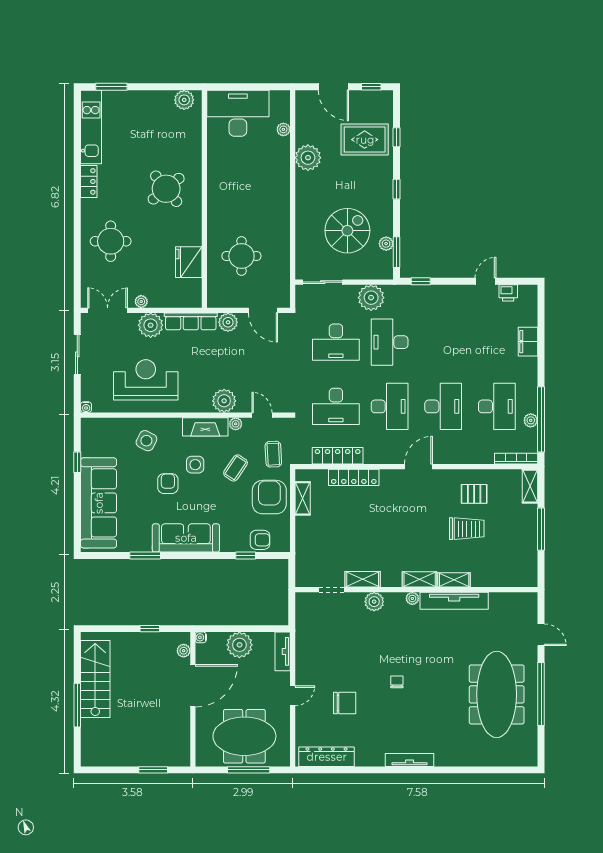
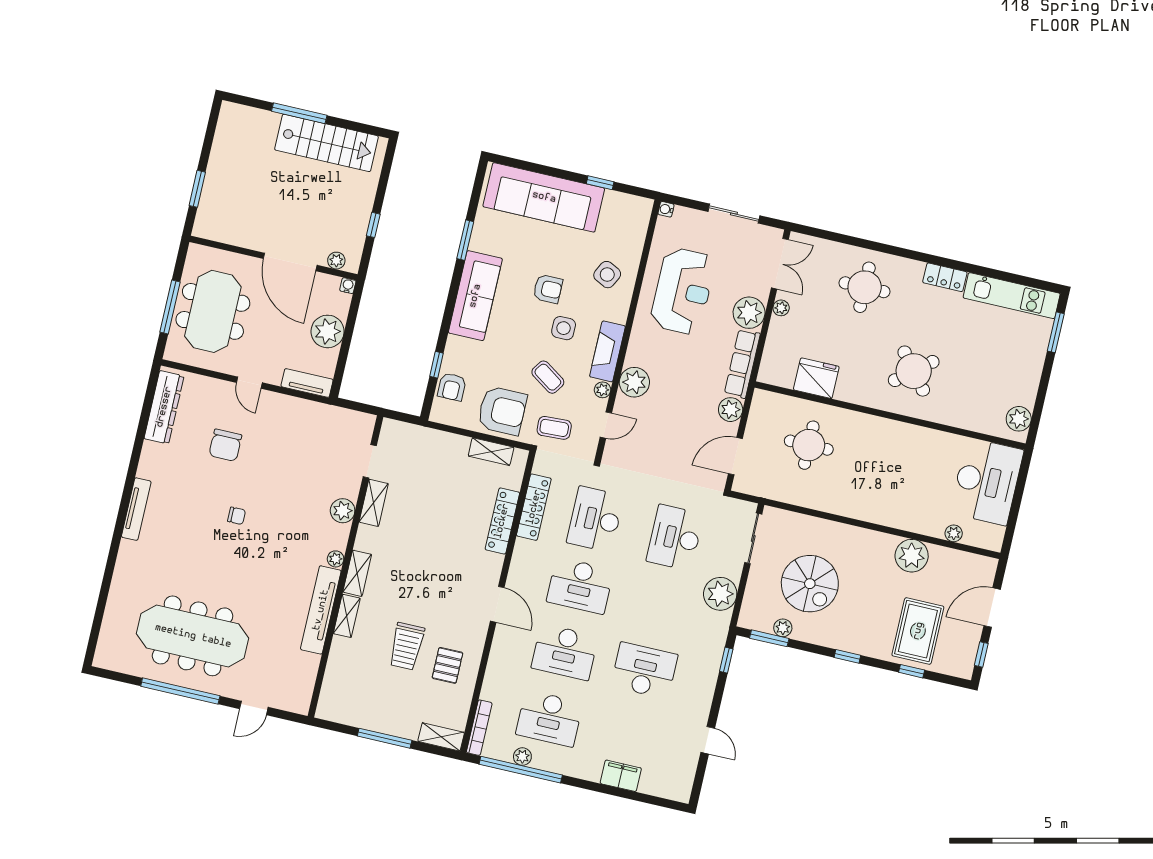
printer: (508, 293) -> (687, 765), removed
desk: (390, 342) -> (644, 670), moved

